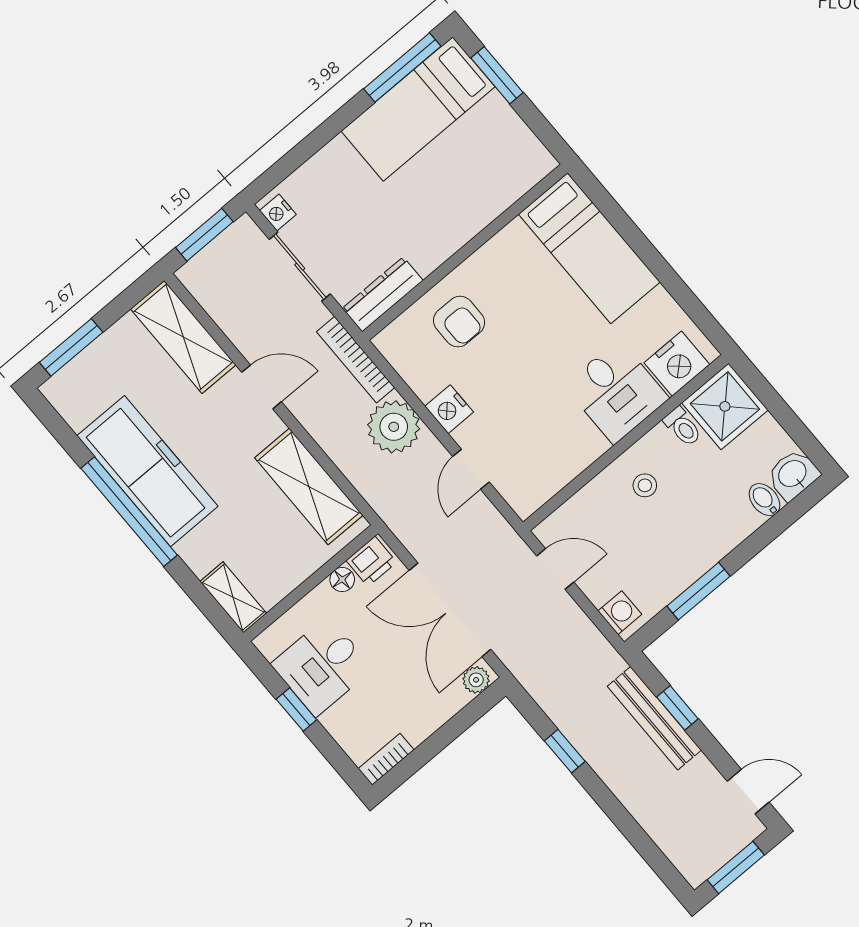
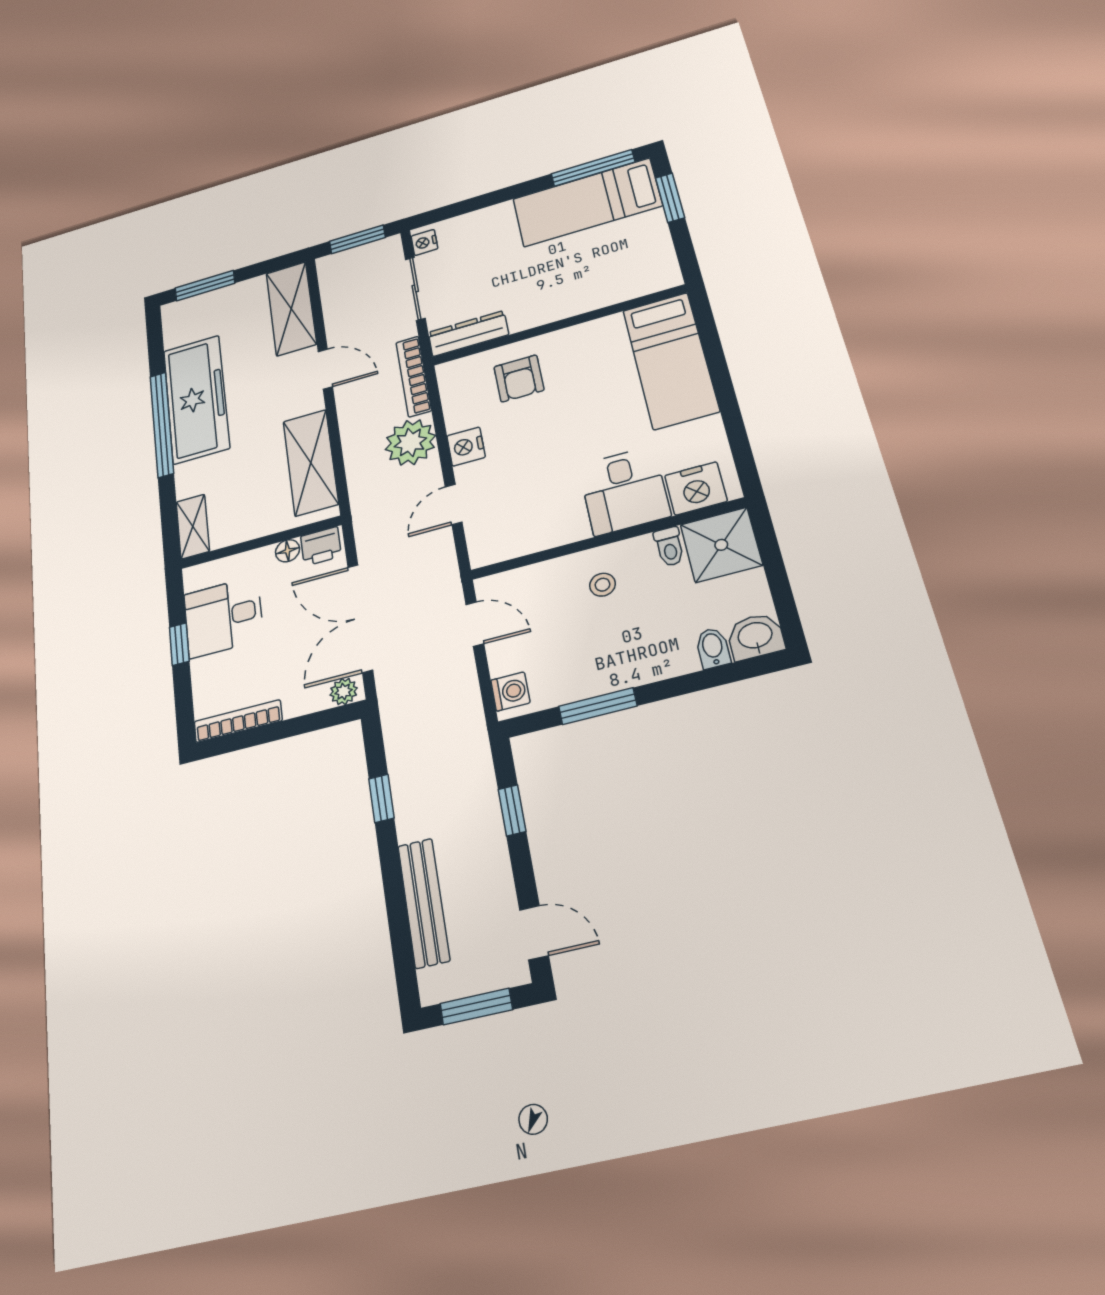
bench: (654, 718) -> (424, 903), moved
bookcase: (386, 759) -> (238, 721), width x1.56

